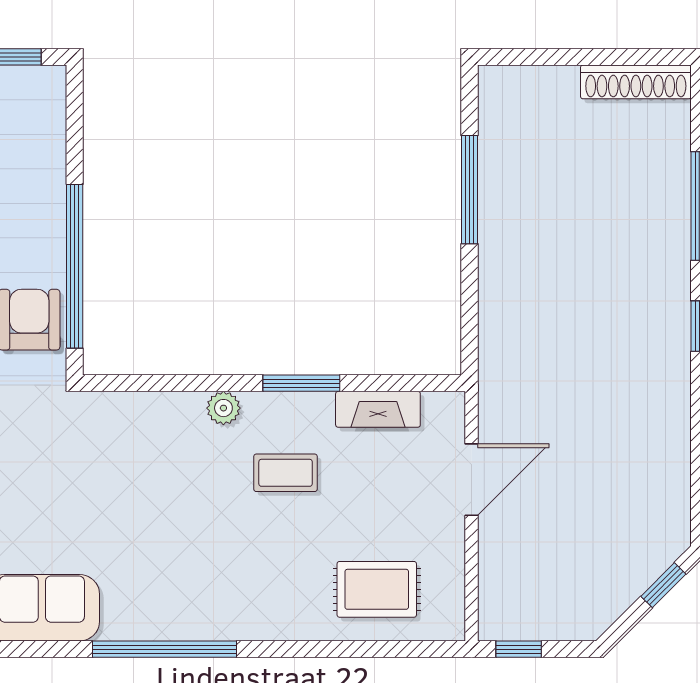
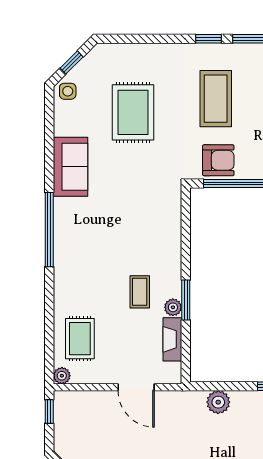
plant: (500, 320) -> (218, 402), added
plant: (223, 408) -> (173, 307), moved
plant: (449, 624) -> (62, 376), added

